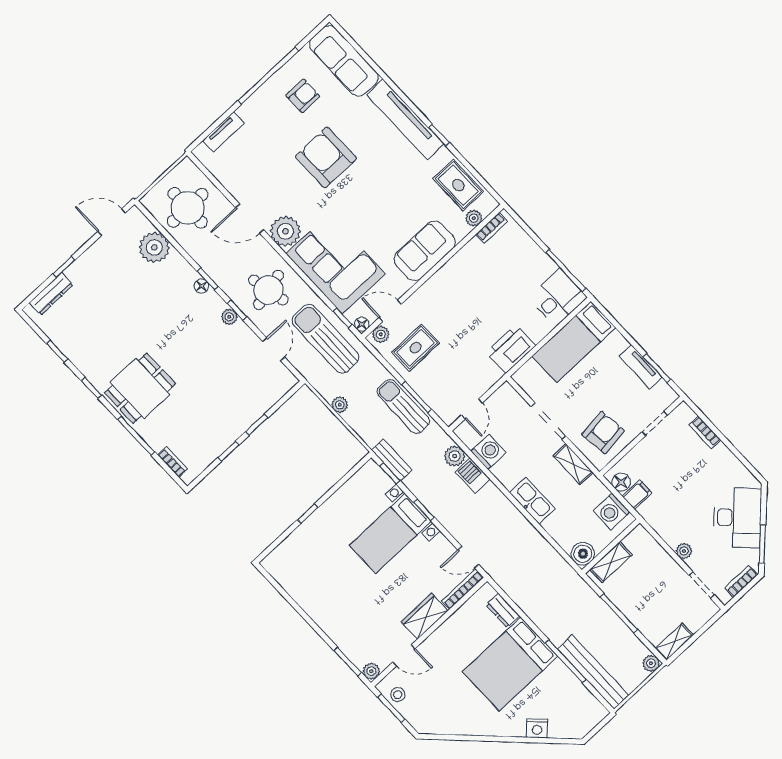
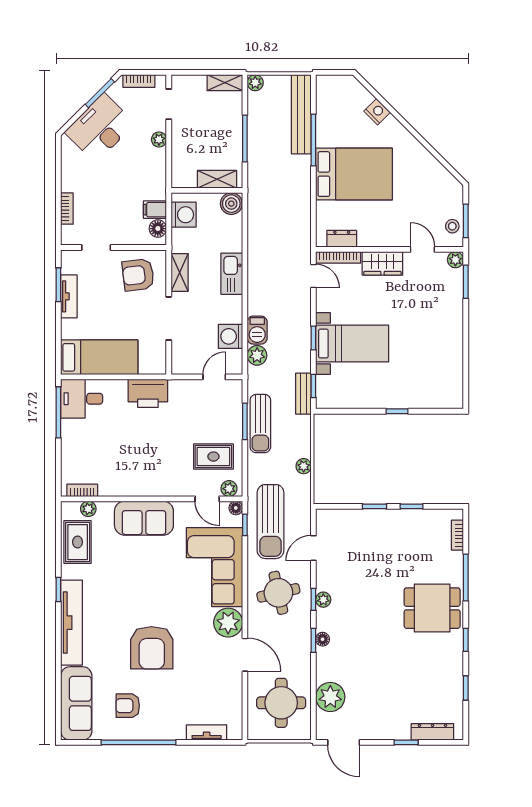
dresser: (503, 610) -> (342, 239), moved, turned -90

